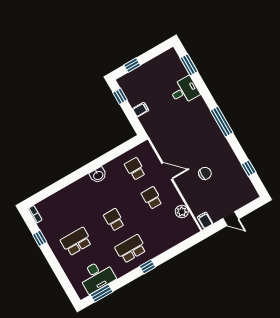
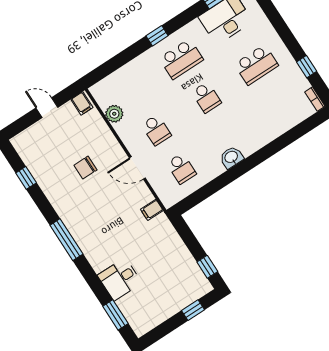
filing cabinet: (141, 110) -> (152, 210), moved

